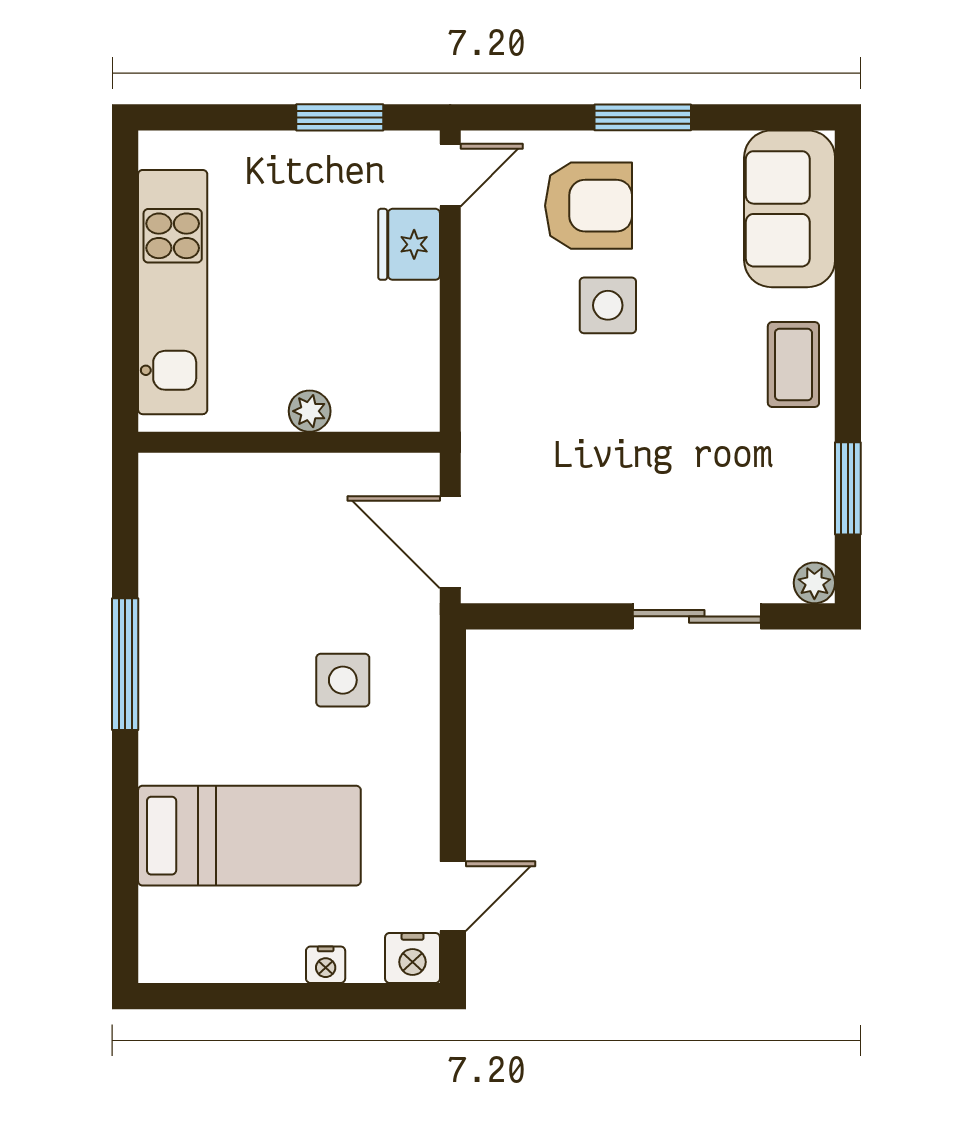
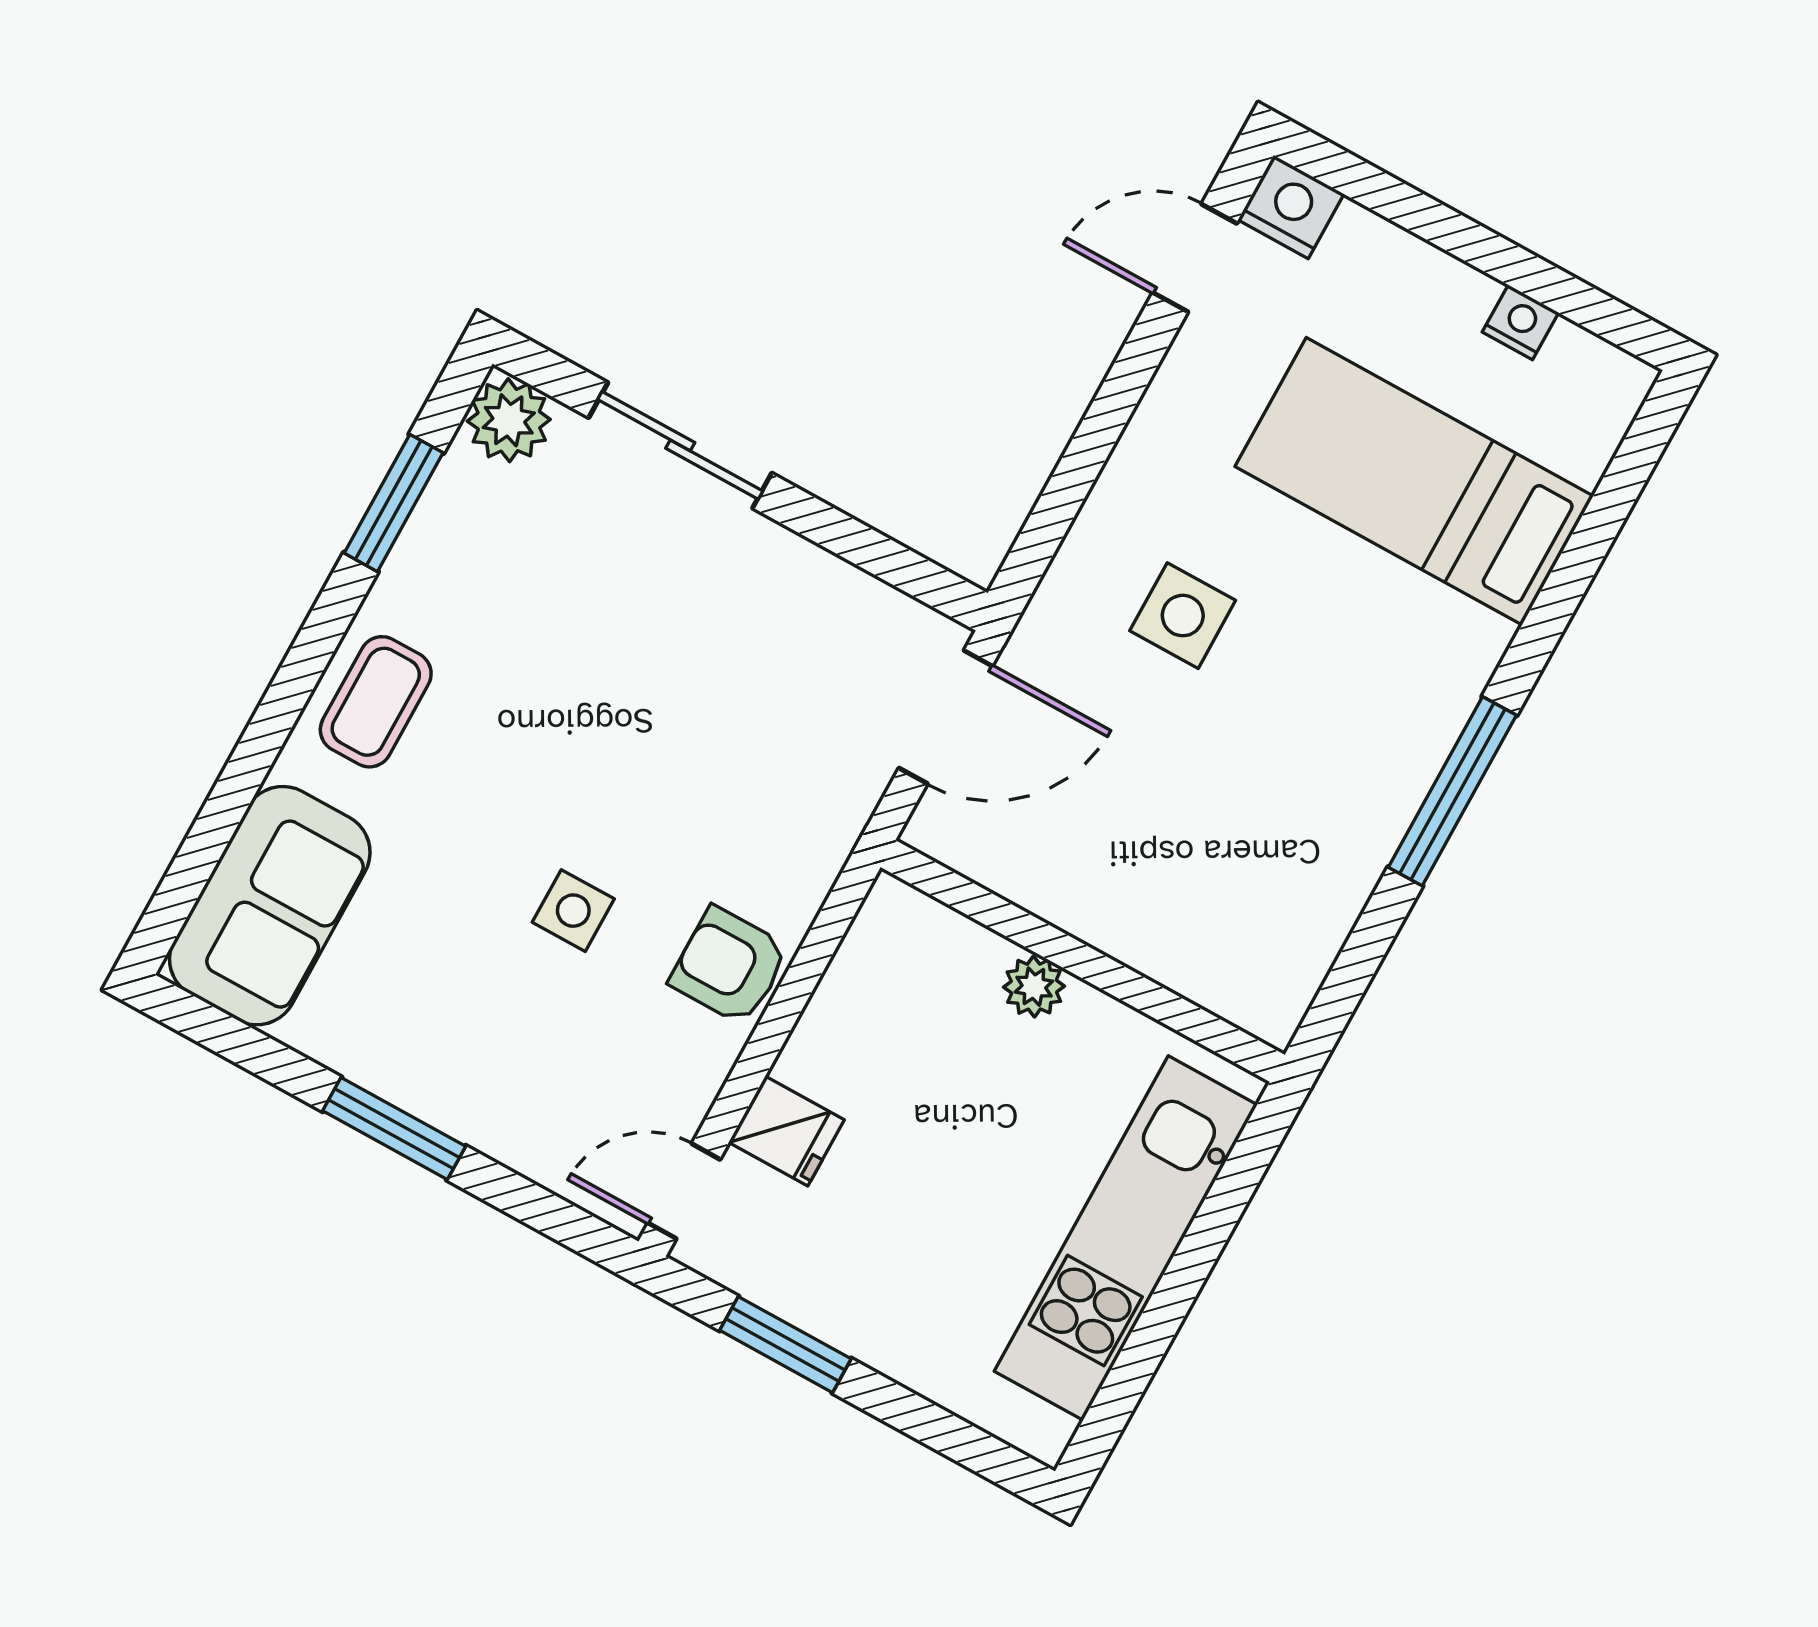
armchair: (589, 206) -> (729, 966), moved, width x0.72, depth x0.72
fridge: (409, 244) -> (786, 1131), width x0.72
side table: (608, 305) -> (573, 911), width x0.73, depth x0.73
door: (450, 542) -> (946, 717), hinge flipped
plant: (814, 583) -> (509, 420), width x1.38, depth x1.38
nightstand: (326, 965) -> (1520, 322), moved

